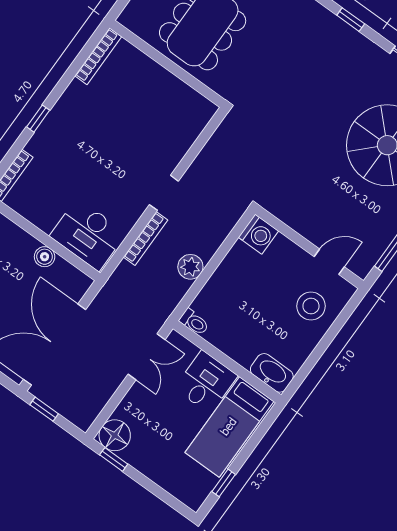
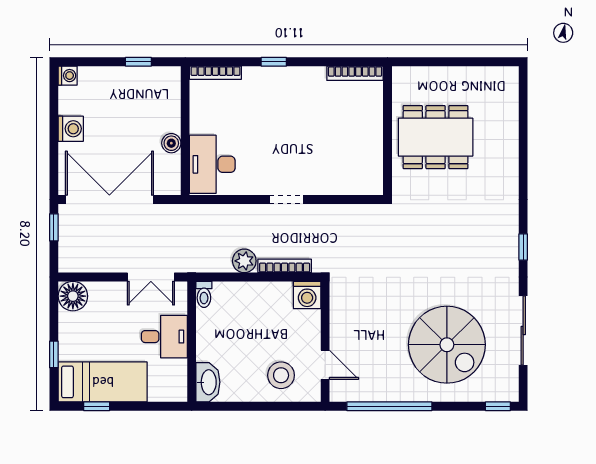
bookcase: (145, 239) -> (285, 266), moved, turned 180
bed: (229, 427) -> (103, 382), moved, turned 180
window: (114, 459) -> (54, 354), moved

